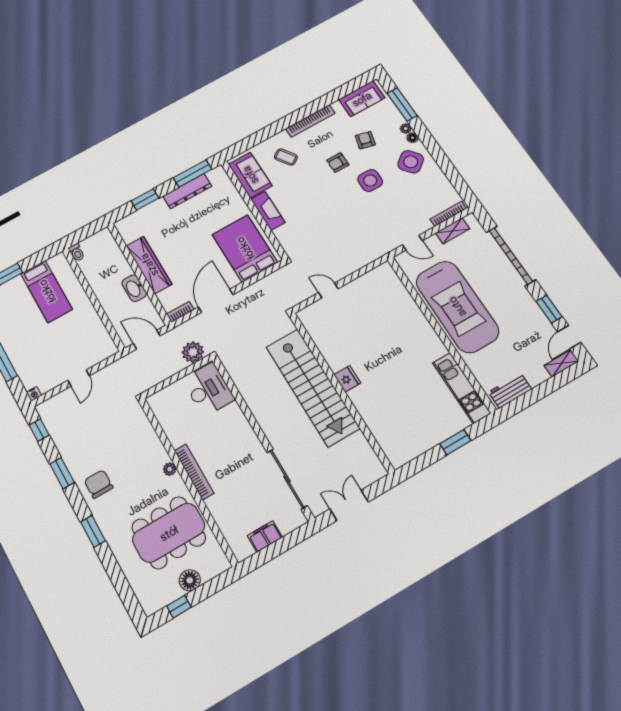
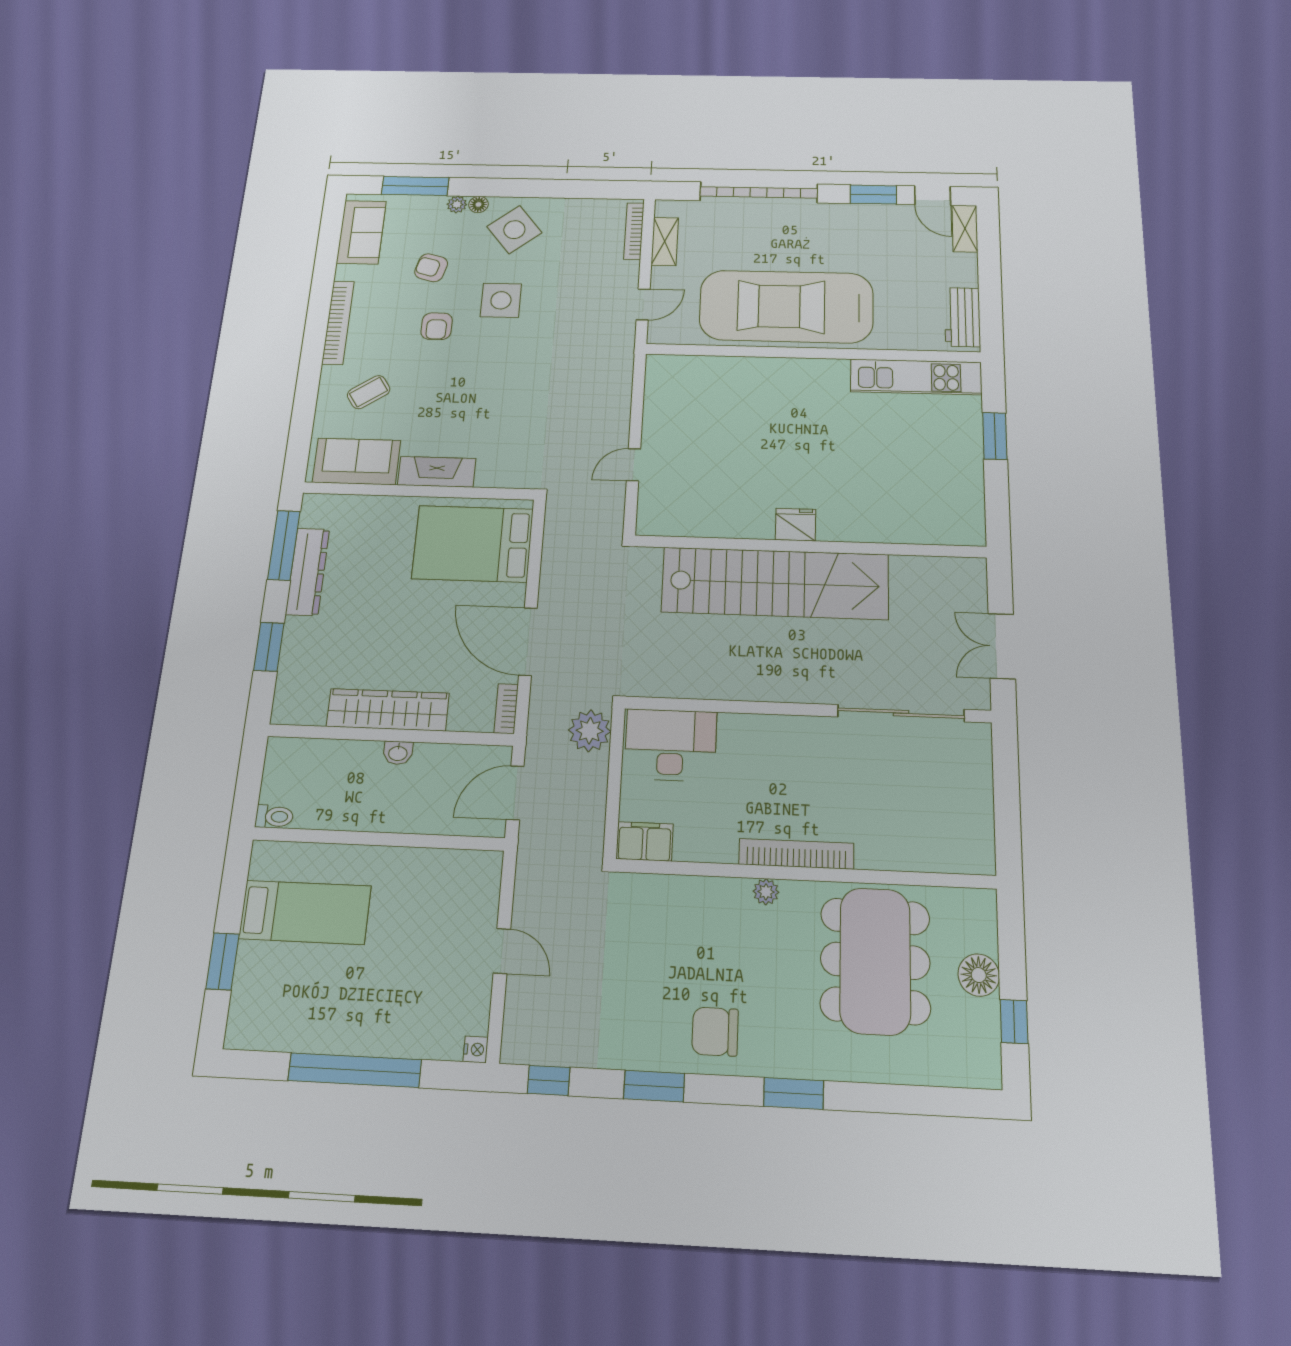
washbasin: (134, 288) -> (398, 753), width x0.52, depth x0.69
car: (457, 307) -> (786, 306), turned 180
filing cabinet: (265, 536) -> (645, 841), moved, turned 90

